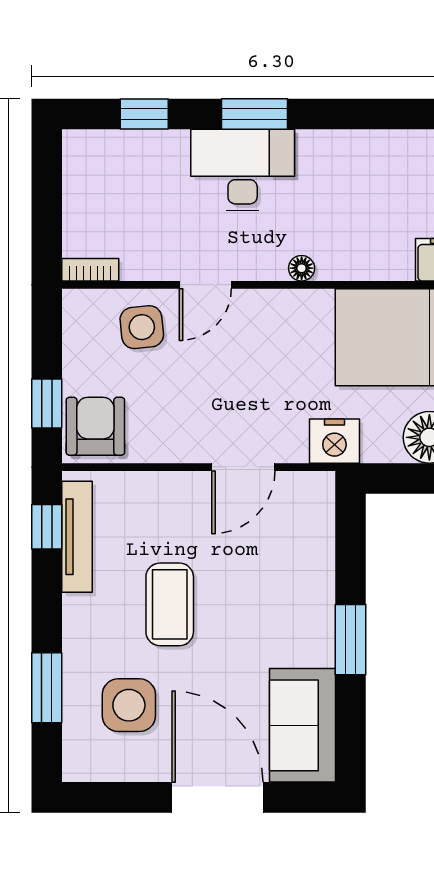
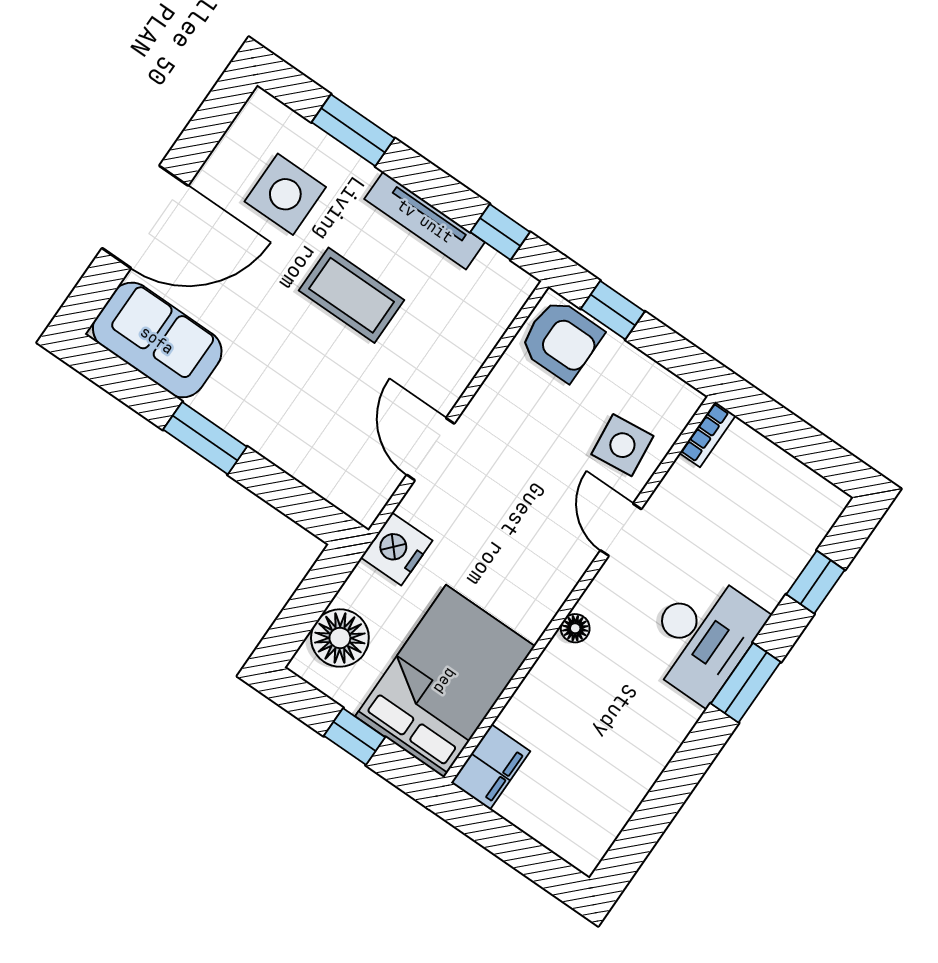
tv unit: (77, 537) -> (425, 221), moved

